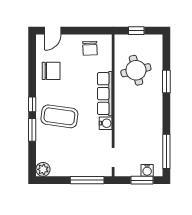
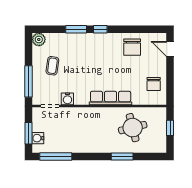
chair: (90, 48) -> (154, 84), turned -88
coffee table: (59, 116) -> (52, 66), moved, width x0.54, depth x0.58
water cooler: (106, 123) -> (67, 99), moved

